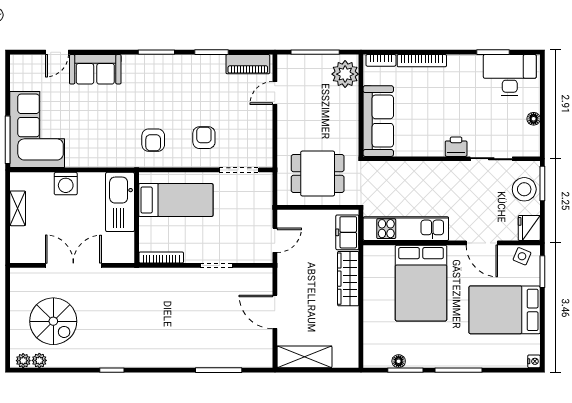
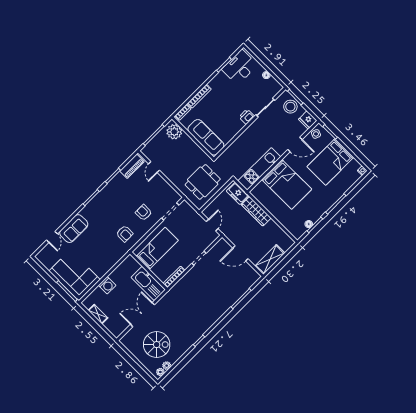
kitchen sink: (120, 202) -> (148, 284), moved

